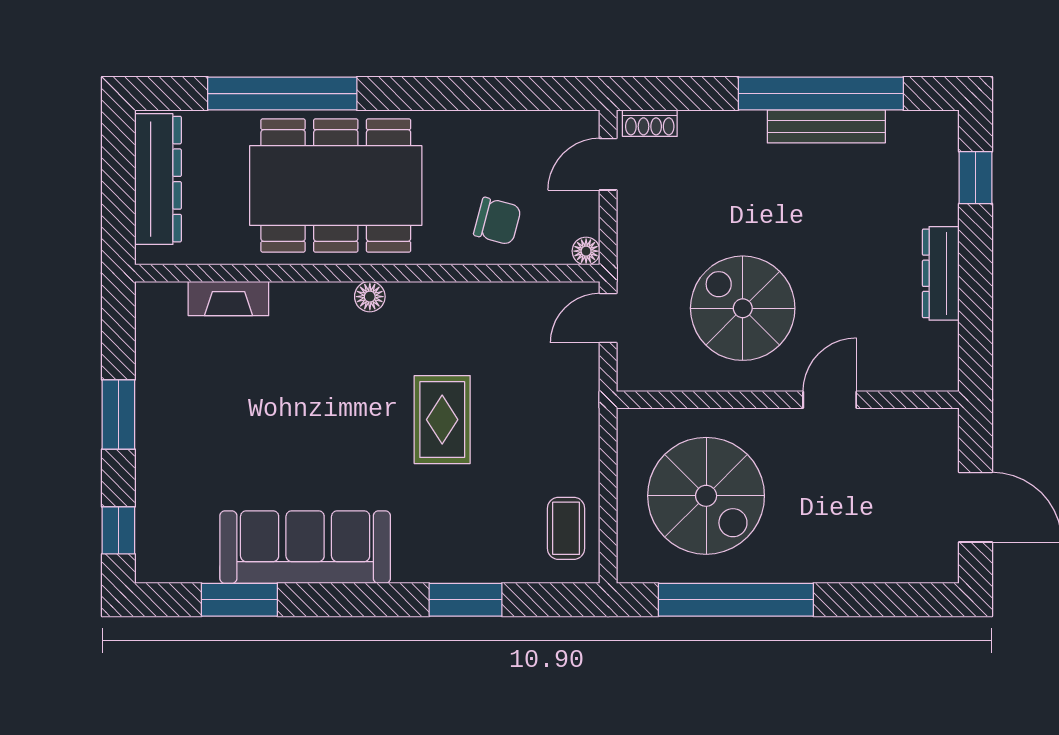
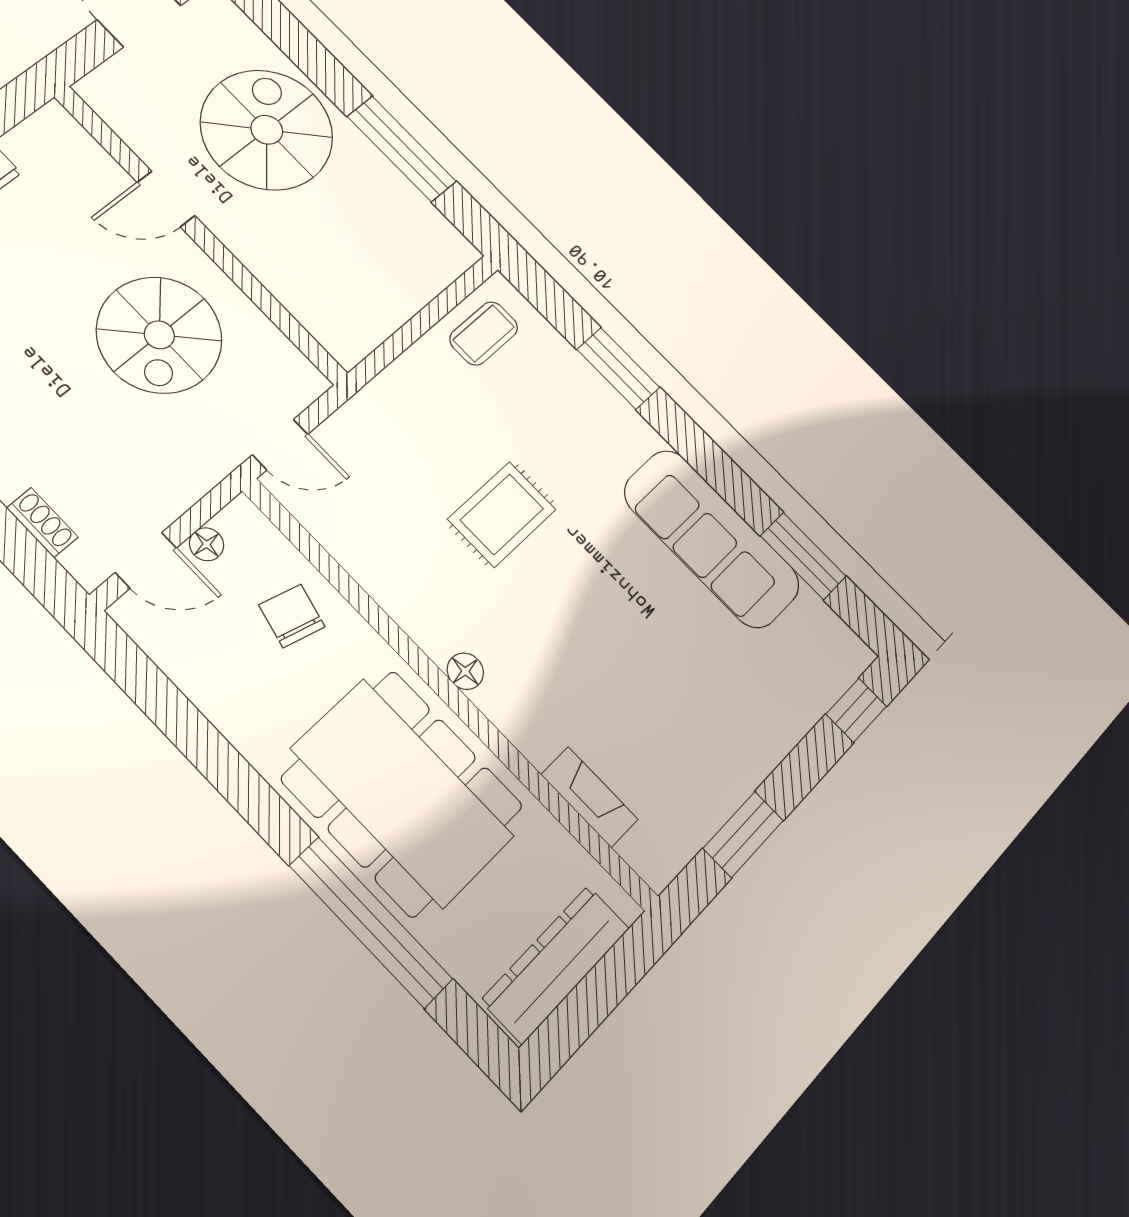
shoe rack: (650, 123) -> (42, 523), moved
floor lamp: (586, 251) -> (207, 544), moved
window: (118, 415) -> (743, 834), moved
spiral stairs: (706, 496) -> (267, 130), moved
window: (736, 600) -> (402, 149), width x0.68

